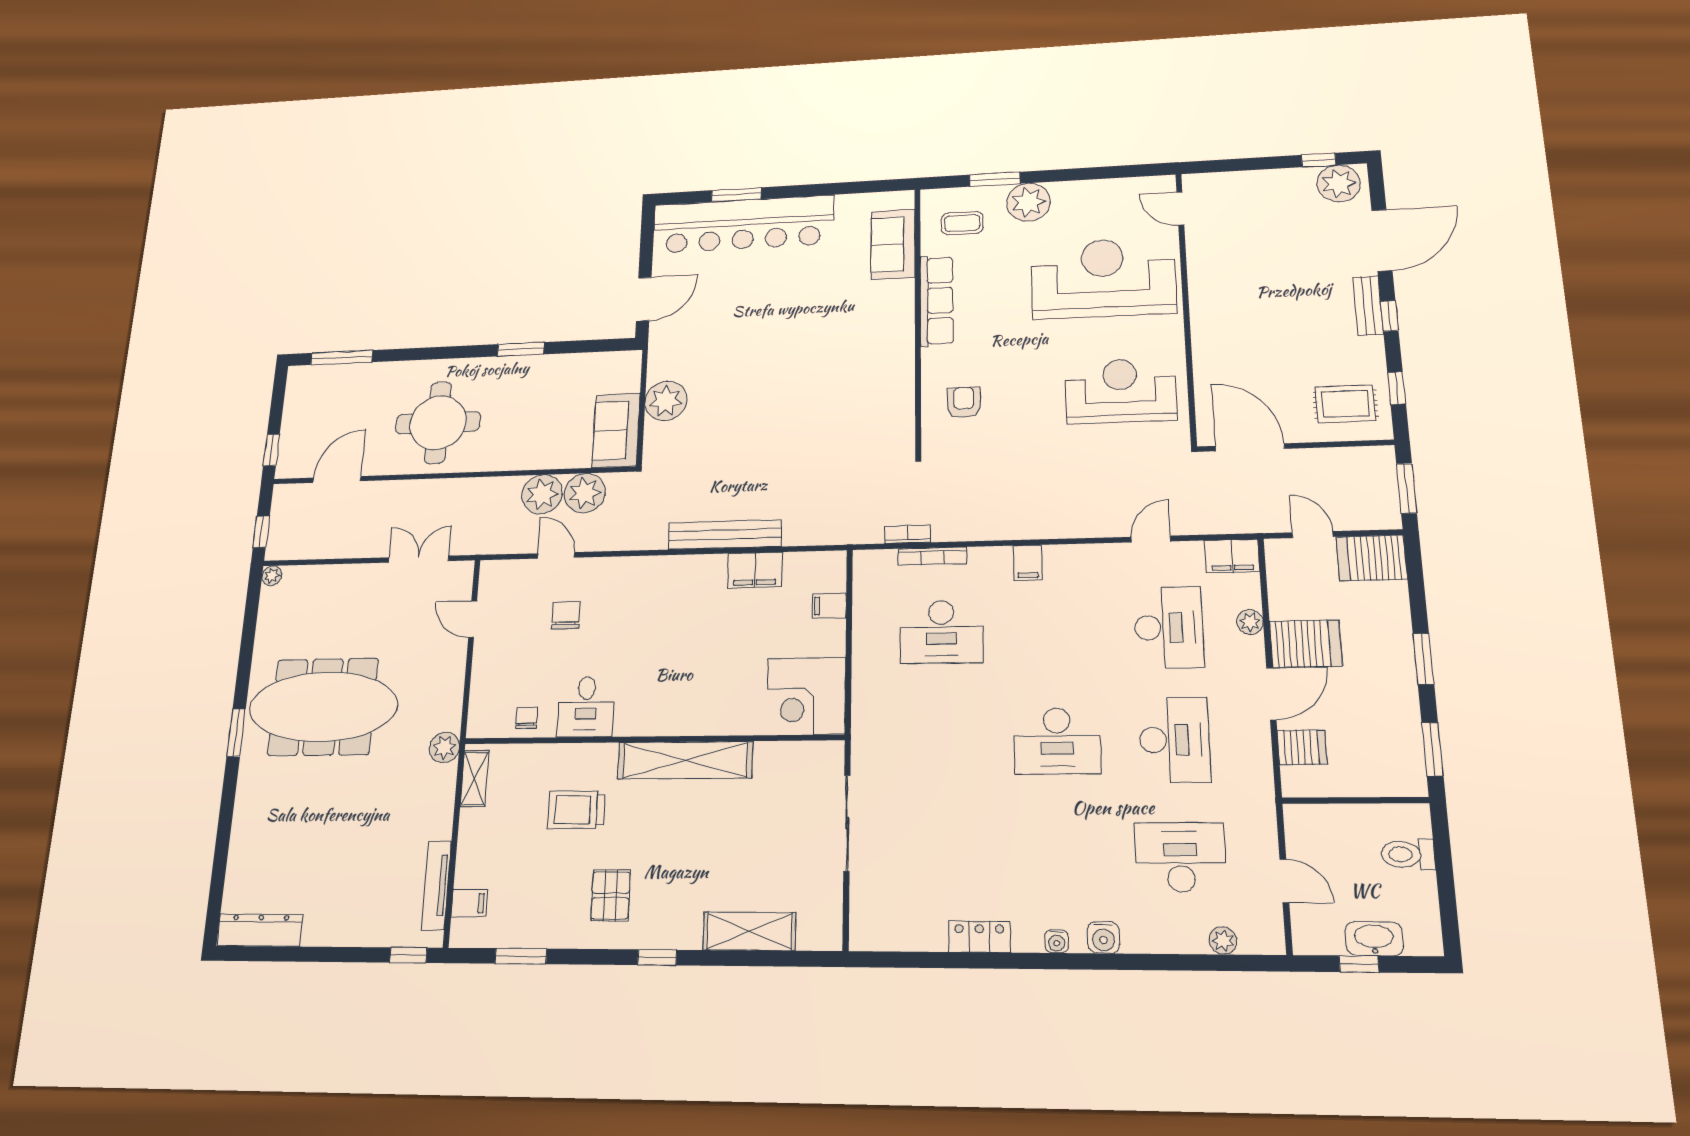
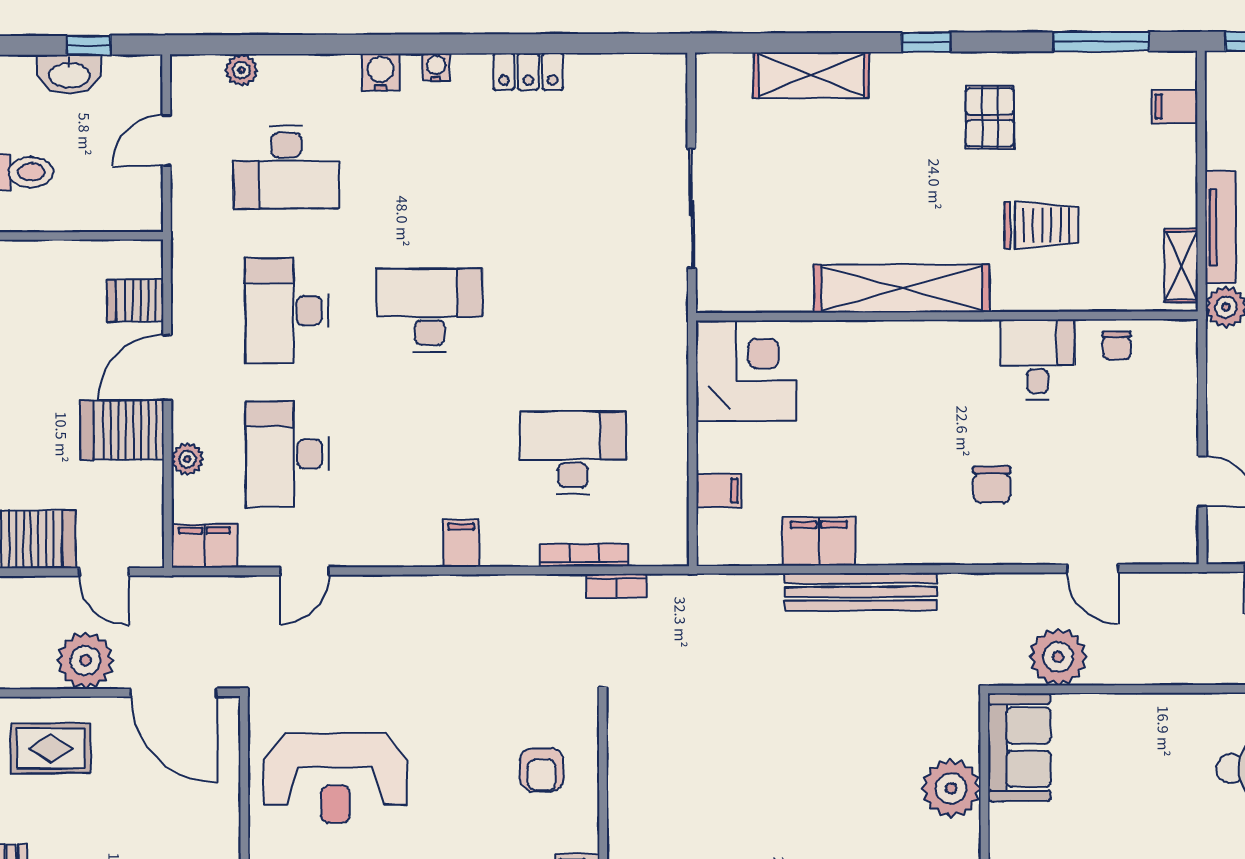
plant: (542, 494) -> (85, 661), moved
chair: (566, 615) -> (992, 485), moved
door: (1284, 881) -> (167, 140), hinge flipped
tv unit: (437, 885) -> (1220, 227), moved
window: (521, 956) -> (1101, 42), width x1.44

